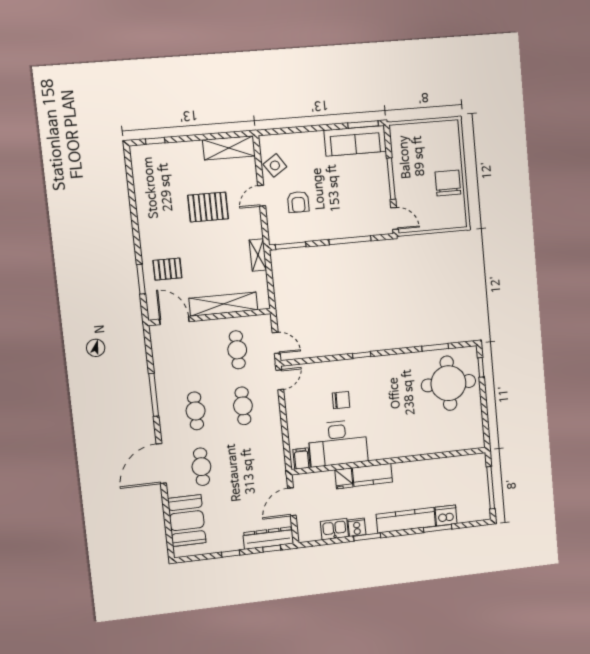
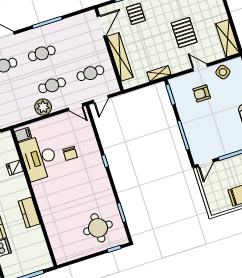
round table: (448, 383) -> (98, 228), width x0.73, depth x0.73
plant: (270, 424) -> (43, 107), added
kitchen counter: (372, 475) -> (29, 212), moved

